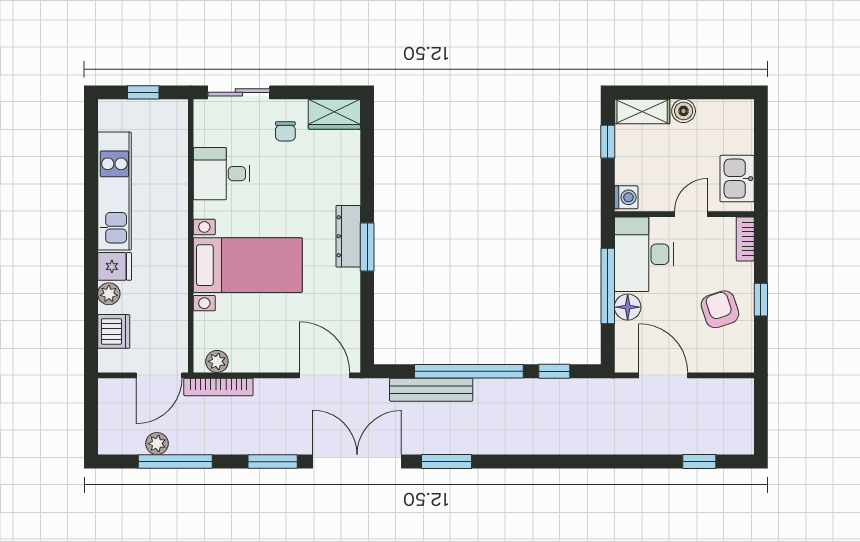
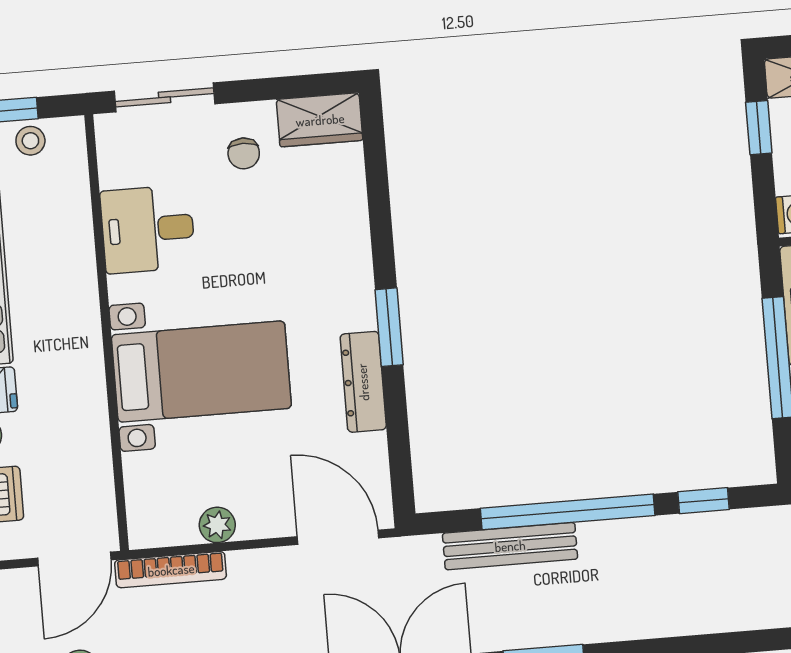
stool: (153, 112) -> (30, 141), added
dresser: (348, 236) -> (363, 382), moved
plant: (217, 361) -> (217, 525), moved

